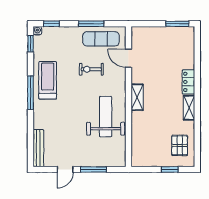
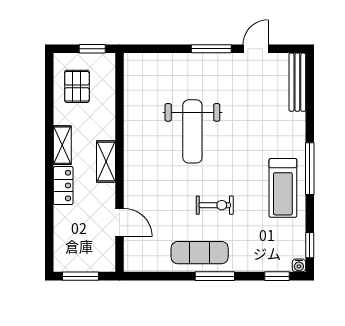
door: (128, 58) -> (120, 222), moved
wall: (128, 97) -> (120, 162), moved
shelving: (137, 97) -> (106, 161), moved

